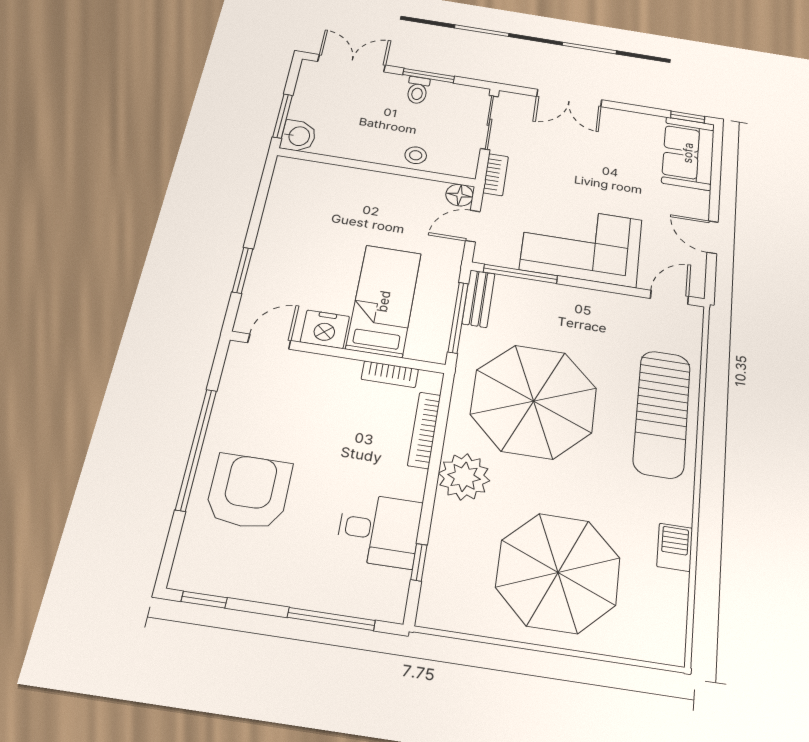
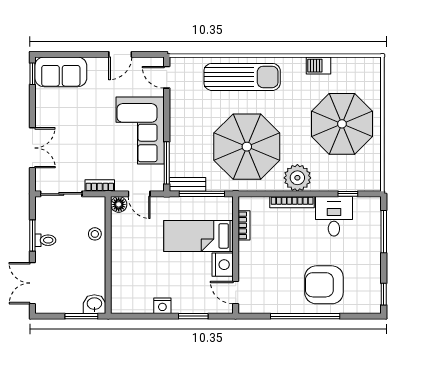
nightstand: (273, 228) -> (162, 306), added
bookcase: (424, 430) -> (292, 202), moved

